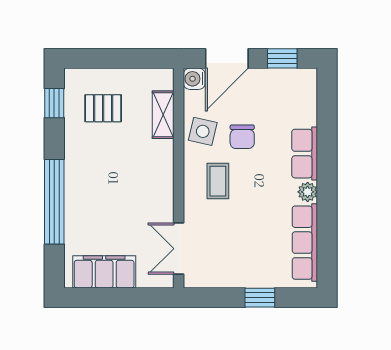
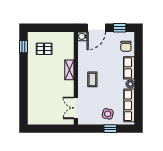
shelving: (163, 115) -> (69, 70), moved
side table: (203, 131) -> (108, 114), moved
chair: (242, 137) -> (126, 46), moved
window: (54, 202) -> (23, 88), removed
filing cabinet: (104, 272) -> (45, 118), removed

